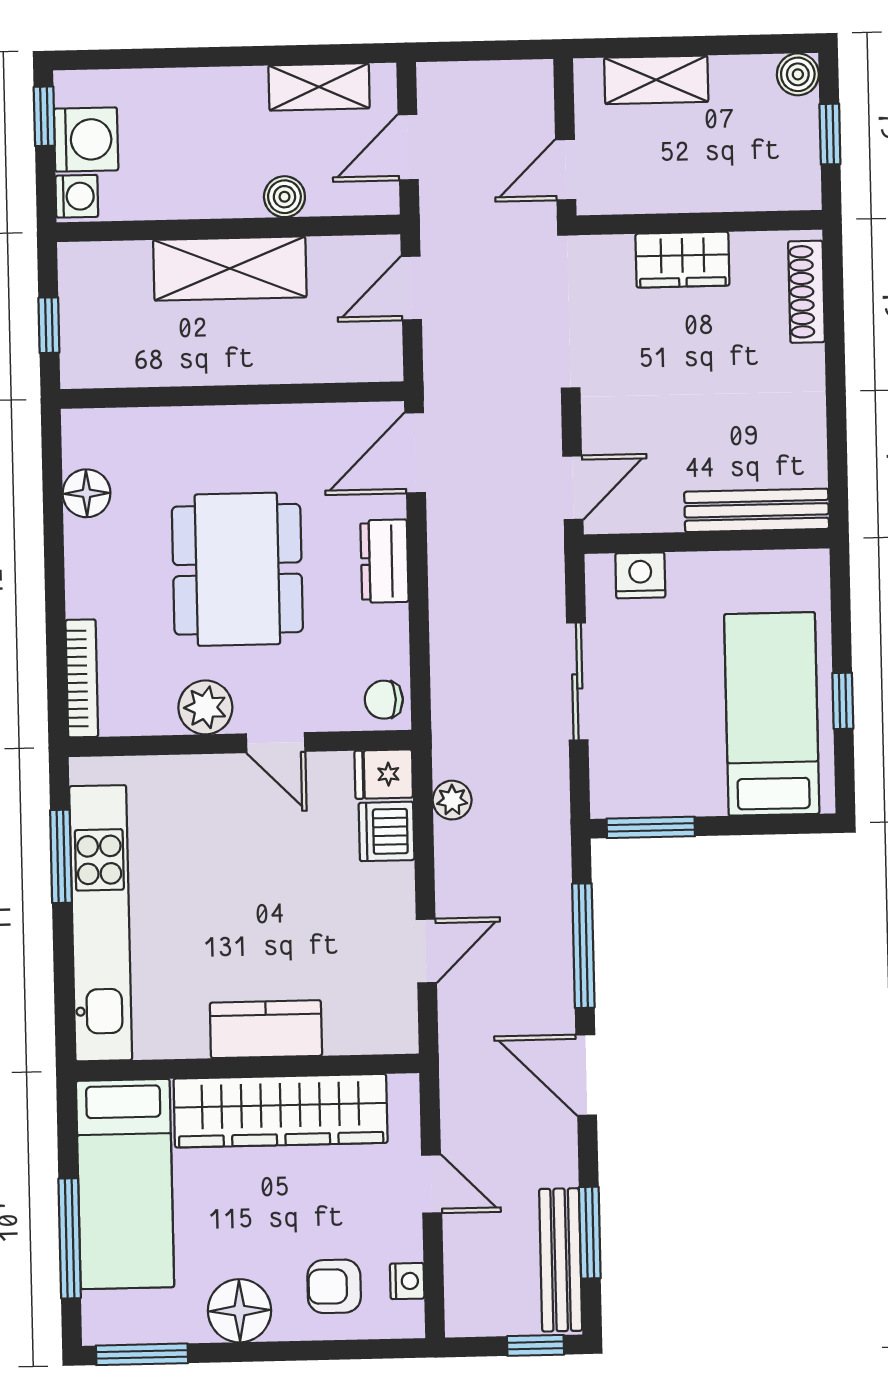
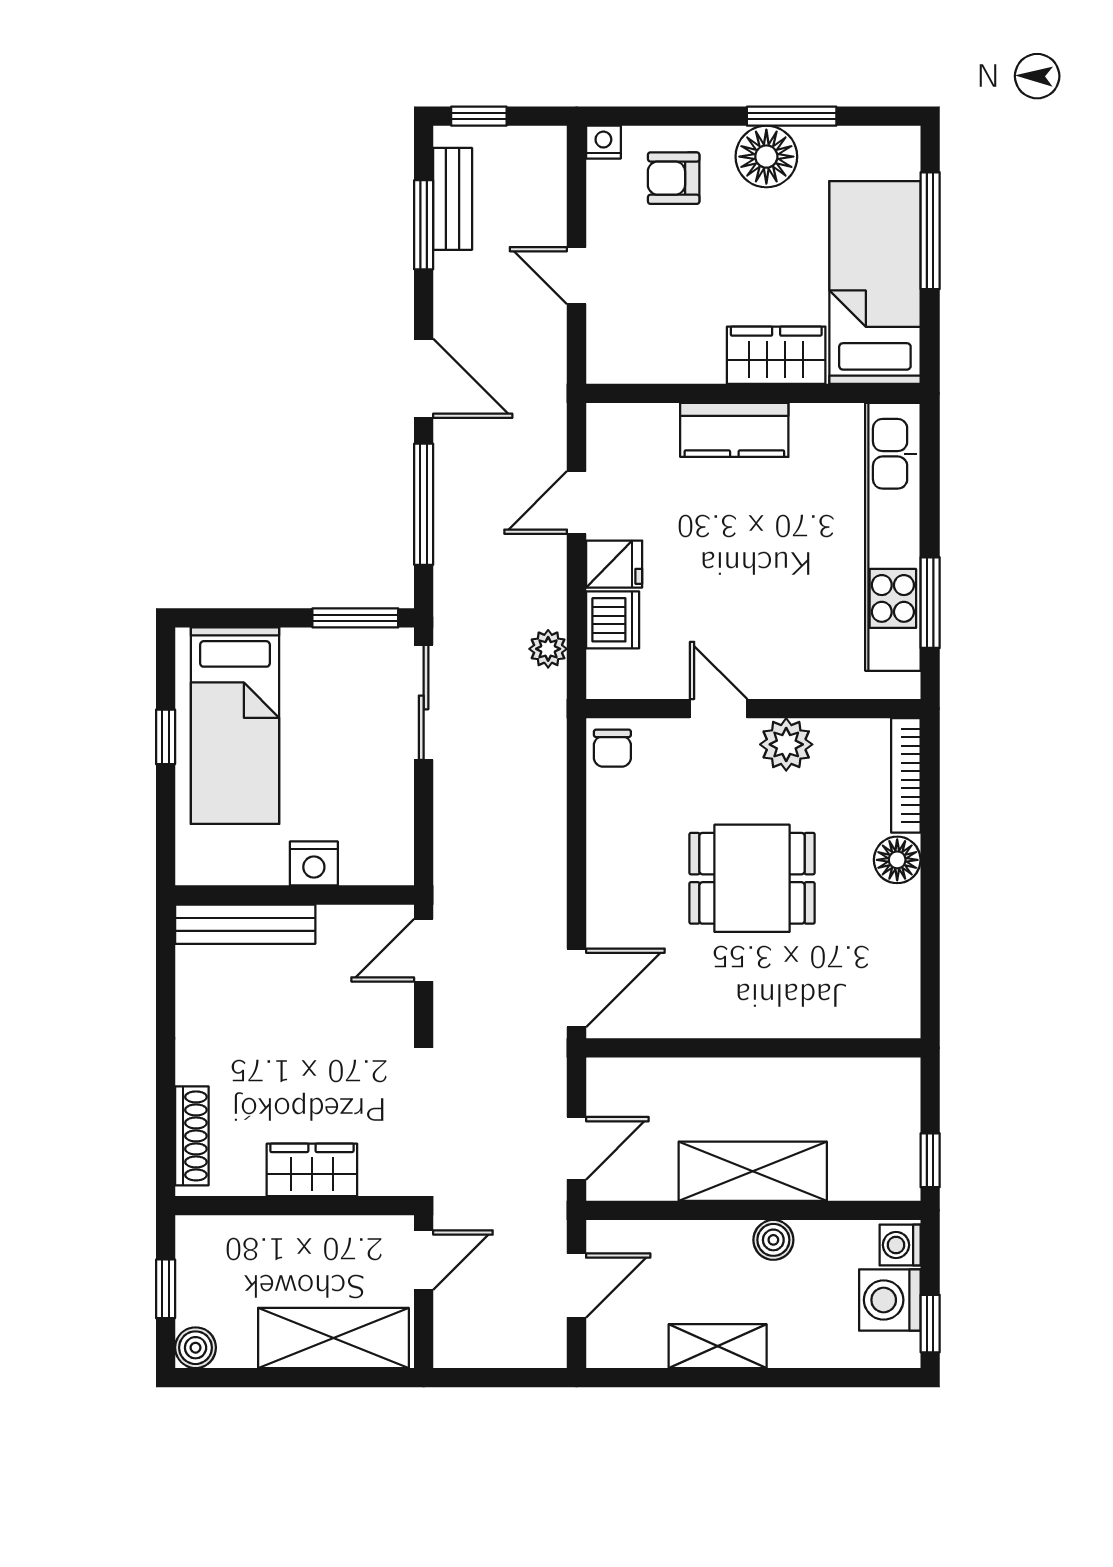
shelving: (656, 80) -> (333, 1338), width x1.50, depth x1.33
shelving: (319, 87) -> (718, 1346), moved
boiler: (284, 197) -> (773, 1240), moved
window: (49, 325) -> (930, 1160), moved
floor lamp: (86, 493) -> (897, 860), moved
dresser: (384, 561) -> (609, 883), removed
dining table: (237, 569) -> (752, 878), width x0.73
nightstand: (640, 575) -> (314, 863), moved
sliding door: (577, 681) -> (424, 702), moved
chair: (384, 700) -> (612, 748), turned 90
fridge: (384, 774) -> (614, 564), moved
wardrobe: (281, 1111) -> (776, 355), width x0.48, depth x0.85
bench: (561, 1260) -> (453, 199), width x0.73
nightstand: (407, 1281) -> (603, 142), moved, turned 90
armchair: (334, 1286) -> (674, 178), turned 180
window: (142, 1354) -> (792, 116), moved

